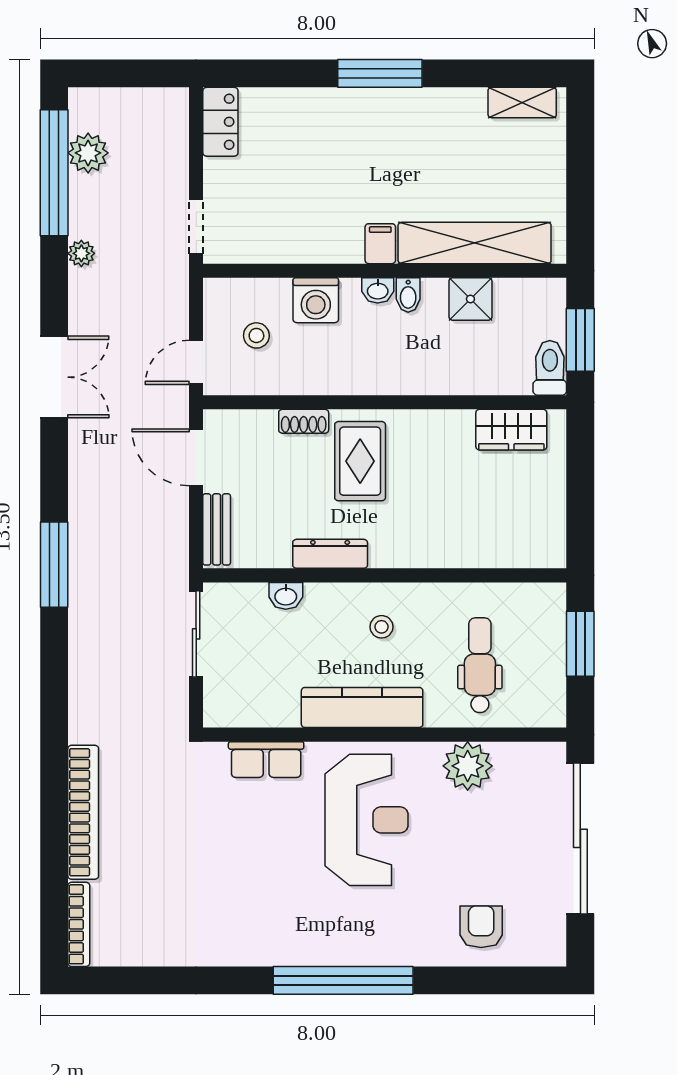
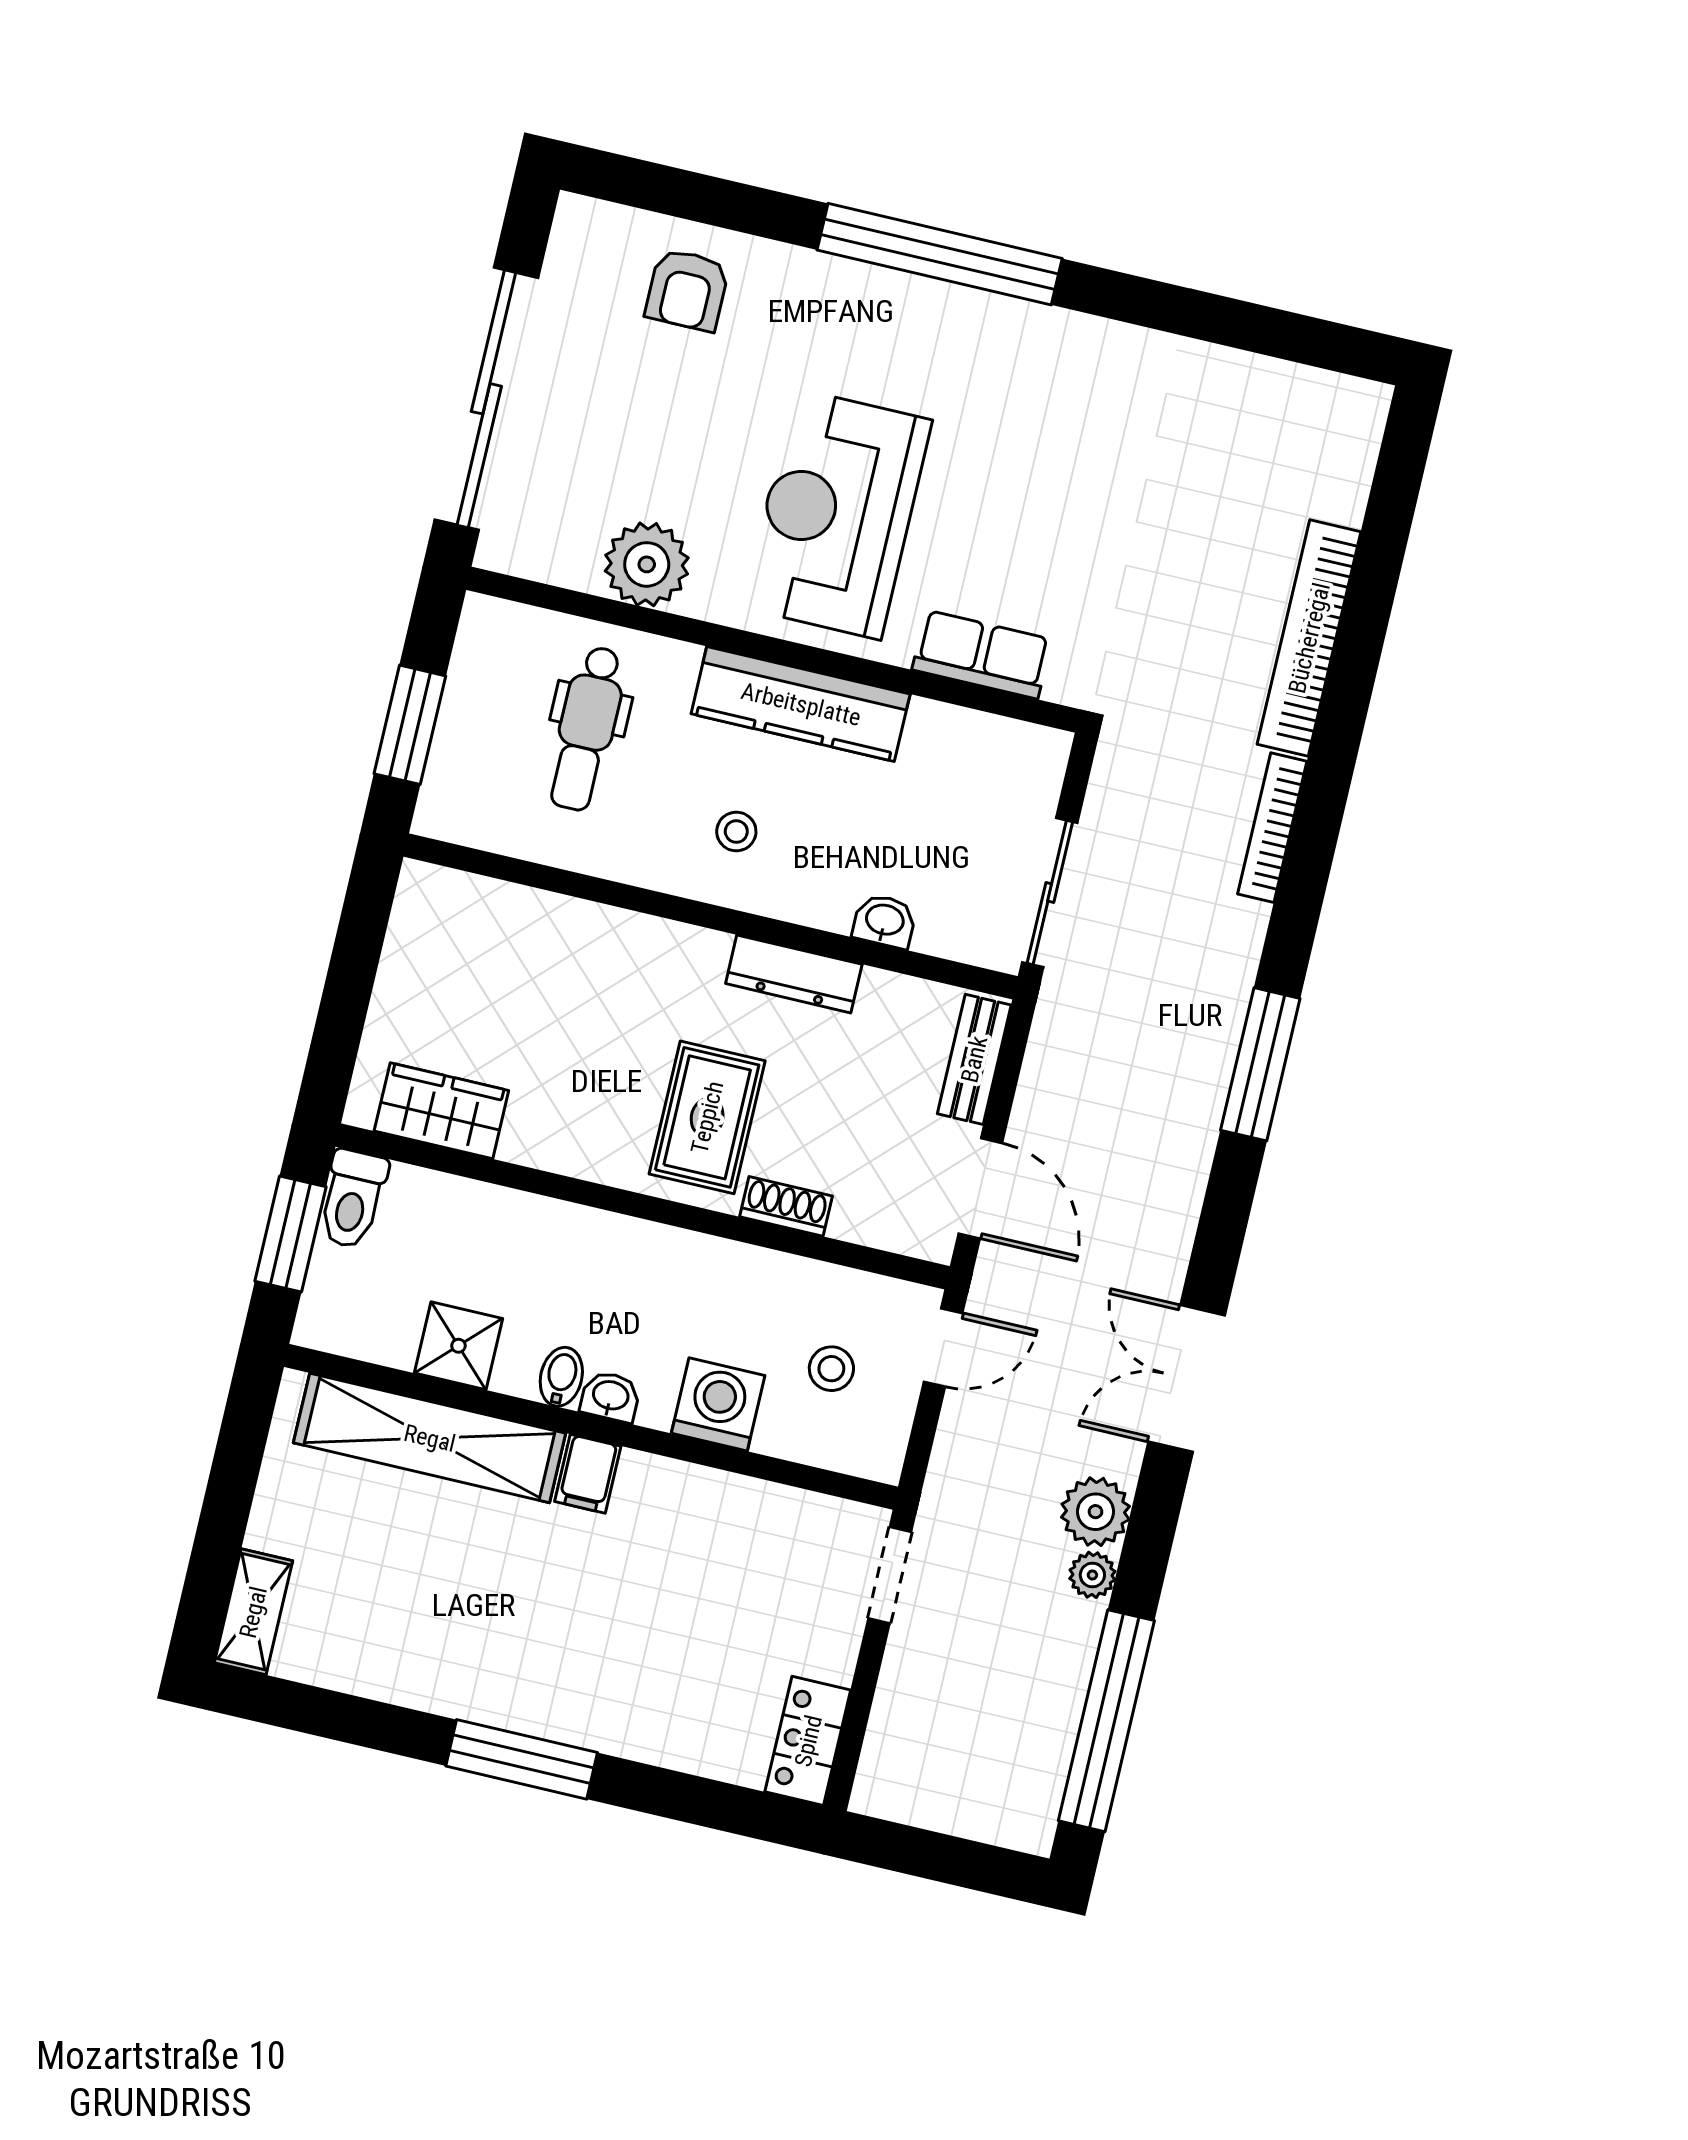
shelving: (522, 103) -> (253, 1612), moved, turned 90
plant: (88, 153) -> (1096, 1512), moved
bookcase: (79, 924) -> (1272, 828), moved

